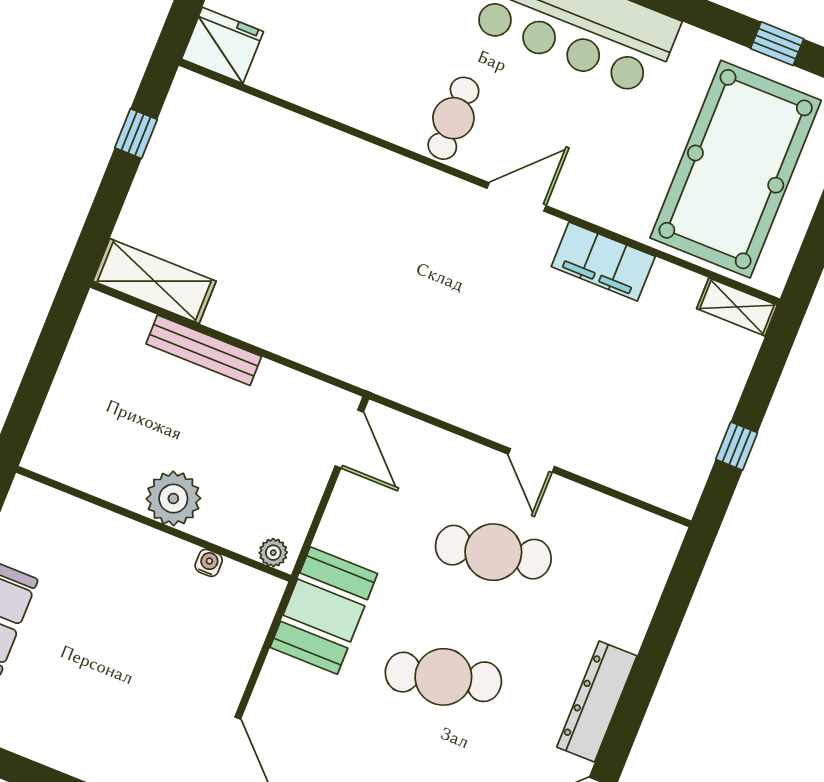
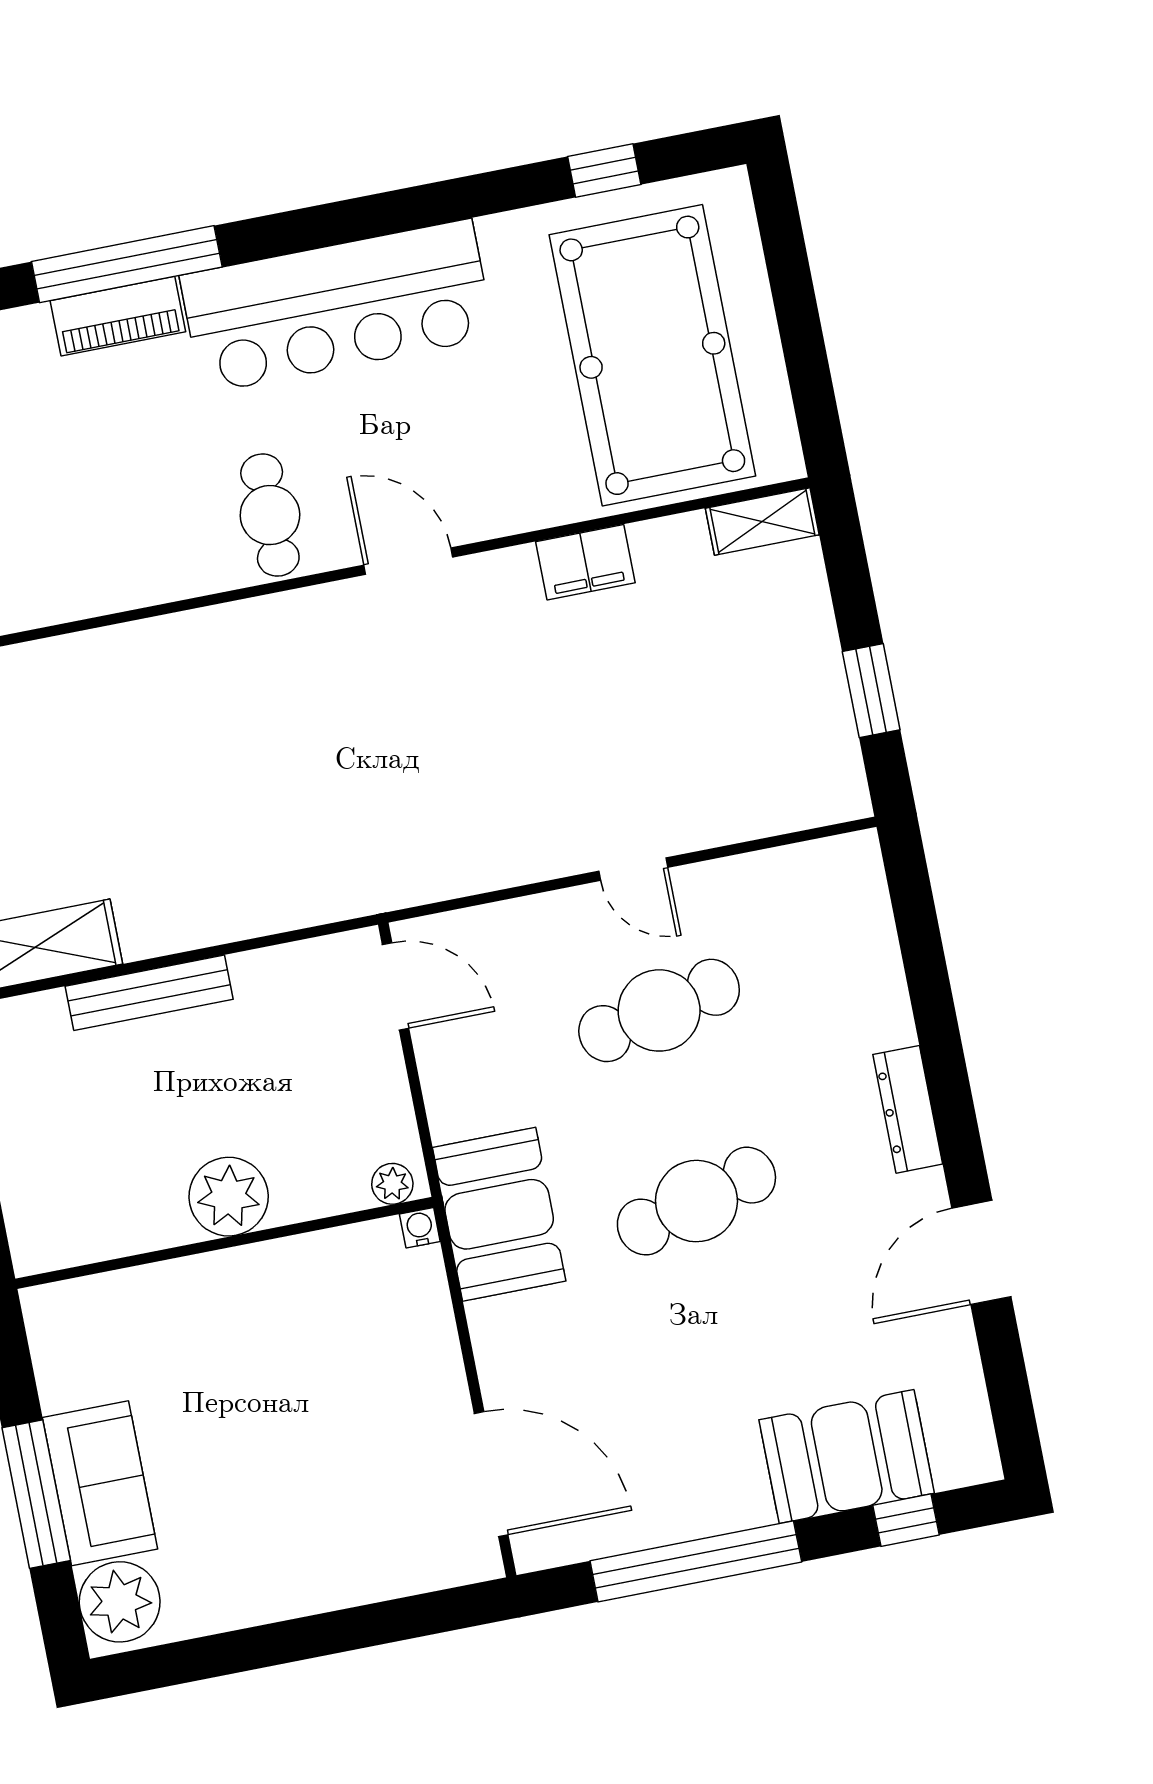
door: (516, 197) -> (408, 561), hinge flipped
filing cabinet: (603, 262) -> (585, 562), width x0.67, depth x0.86
window: (737, 446) -> (871, 691), width x1.50
water cooler: (209, 563) -> (420, 1228), moved
dresser: (597, 702) -> (908, 1109), width x0.73, depth x0.80

